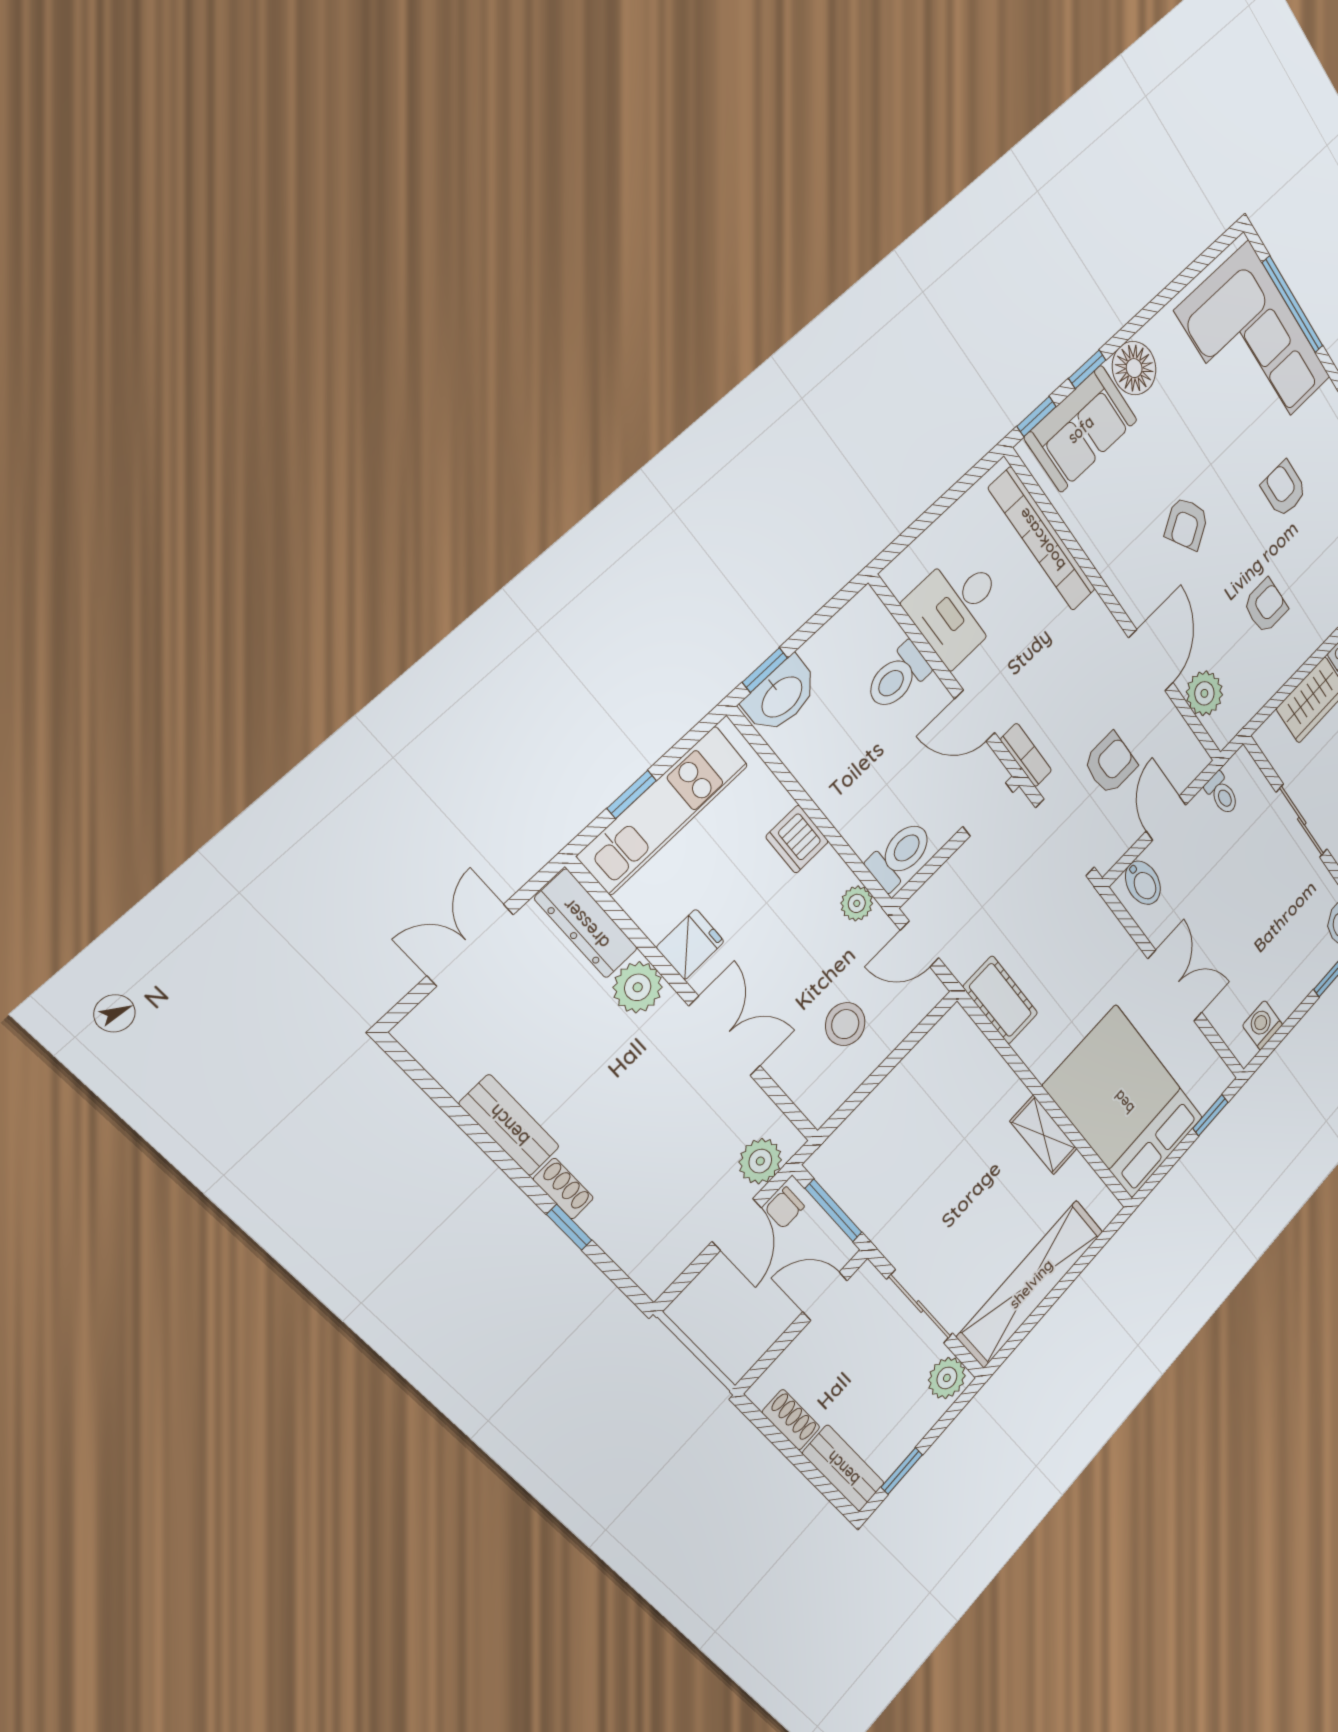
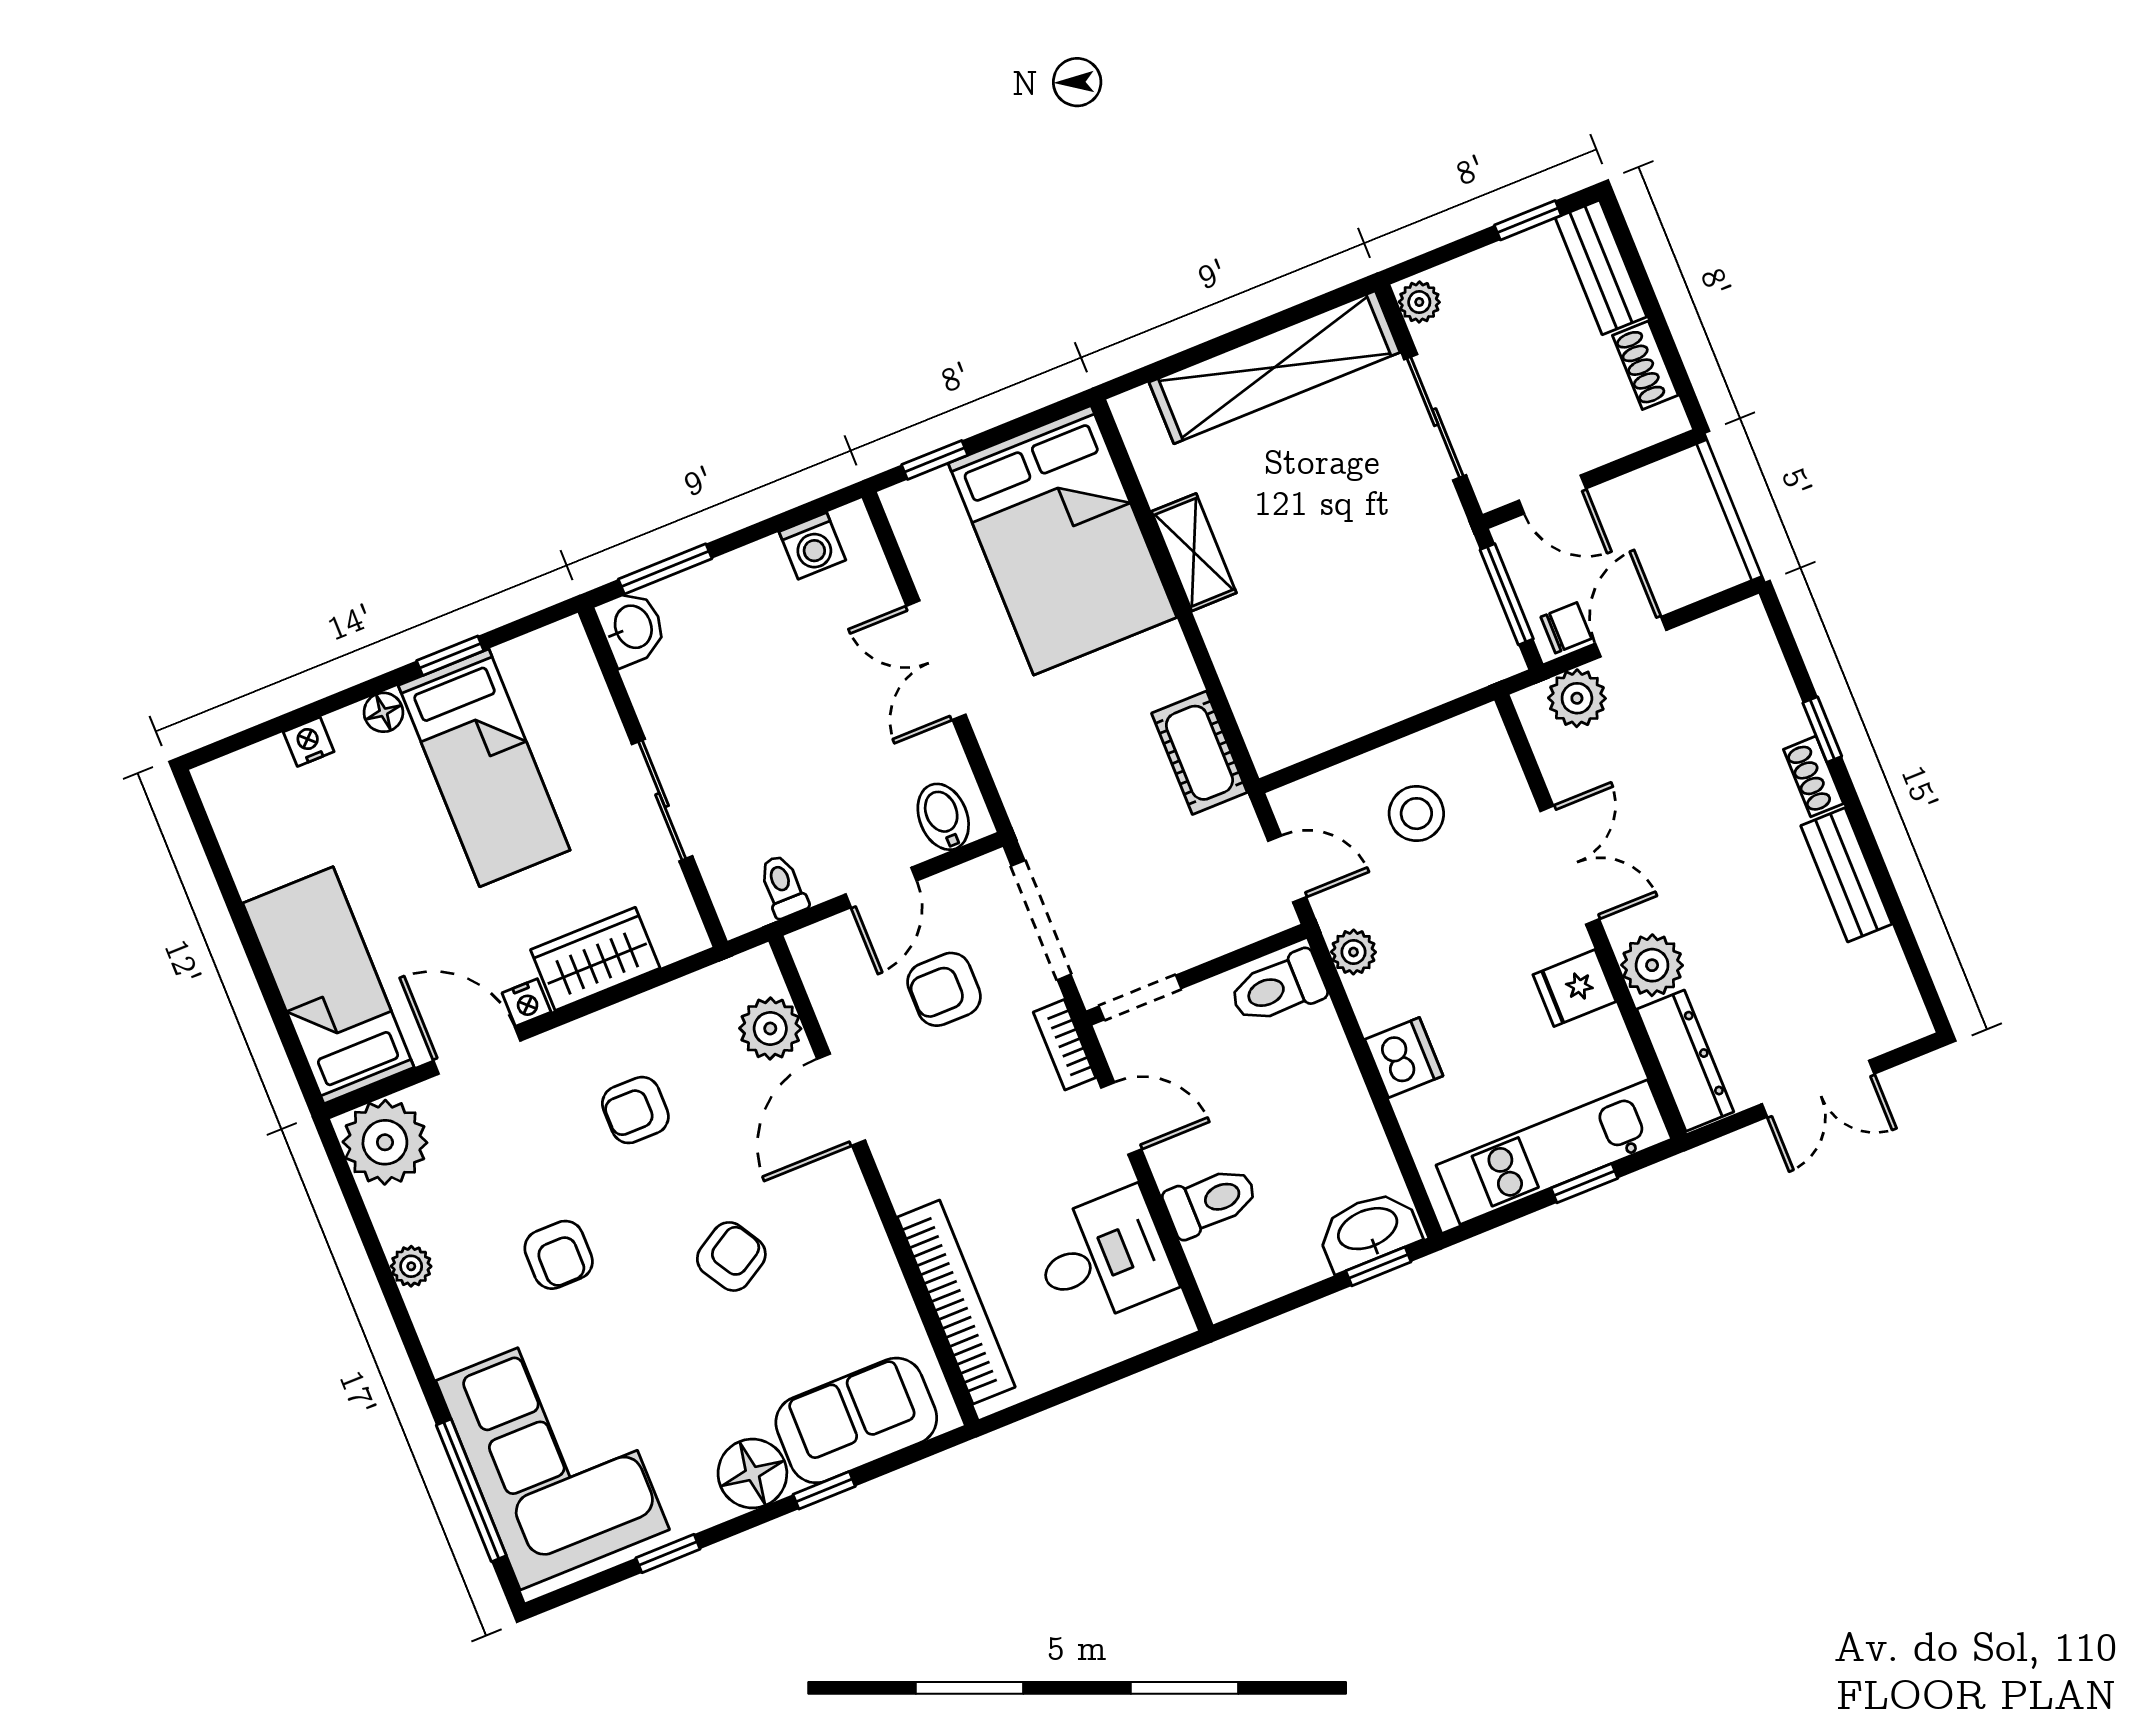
window: (1037, 416) -> (668, 1553), moved
double door: (725, 1036) -> (1570, 865), swing flipped
plant: (947, 1378) -> (1419, 302), width x0.73, depth x0.73

